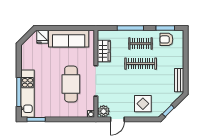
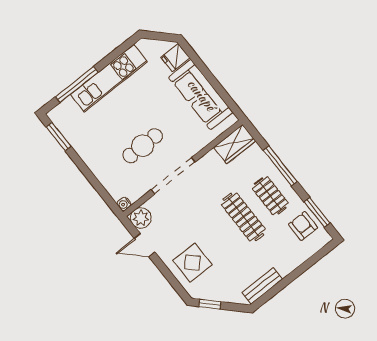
wardrobe: (104, 51) -> (235, 144), moved
cafe table: (71, 84) -> (143, 146), width x0.73, depth x0.74
kitchen unit: (28, 94) -> (109, 78), moved

